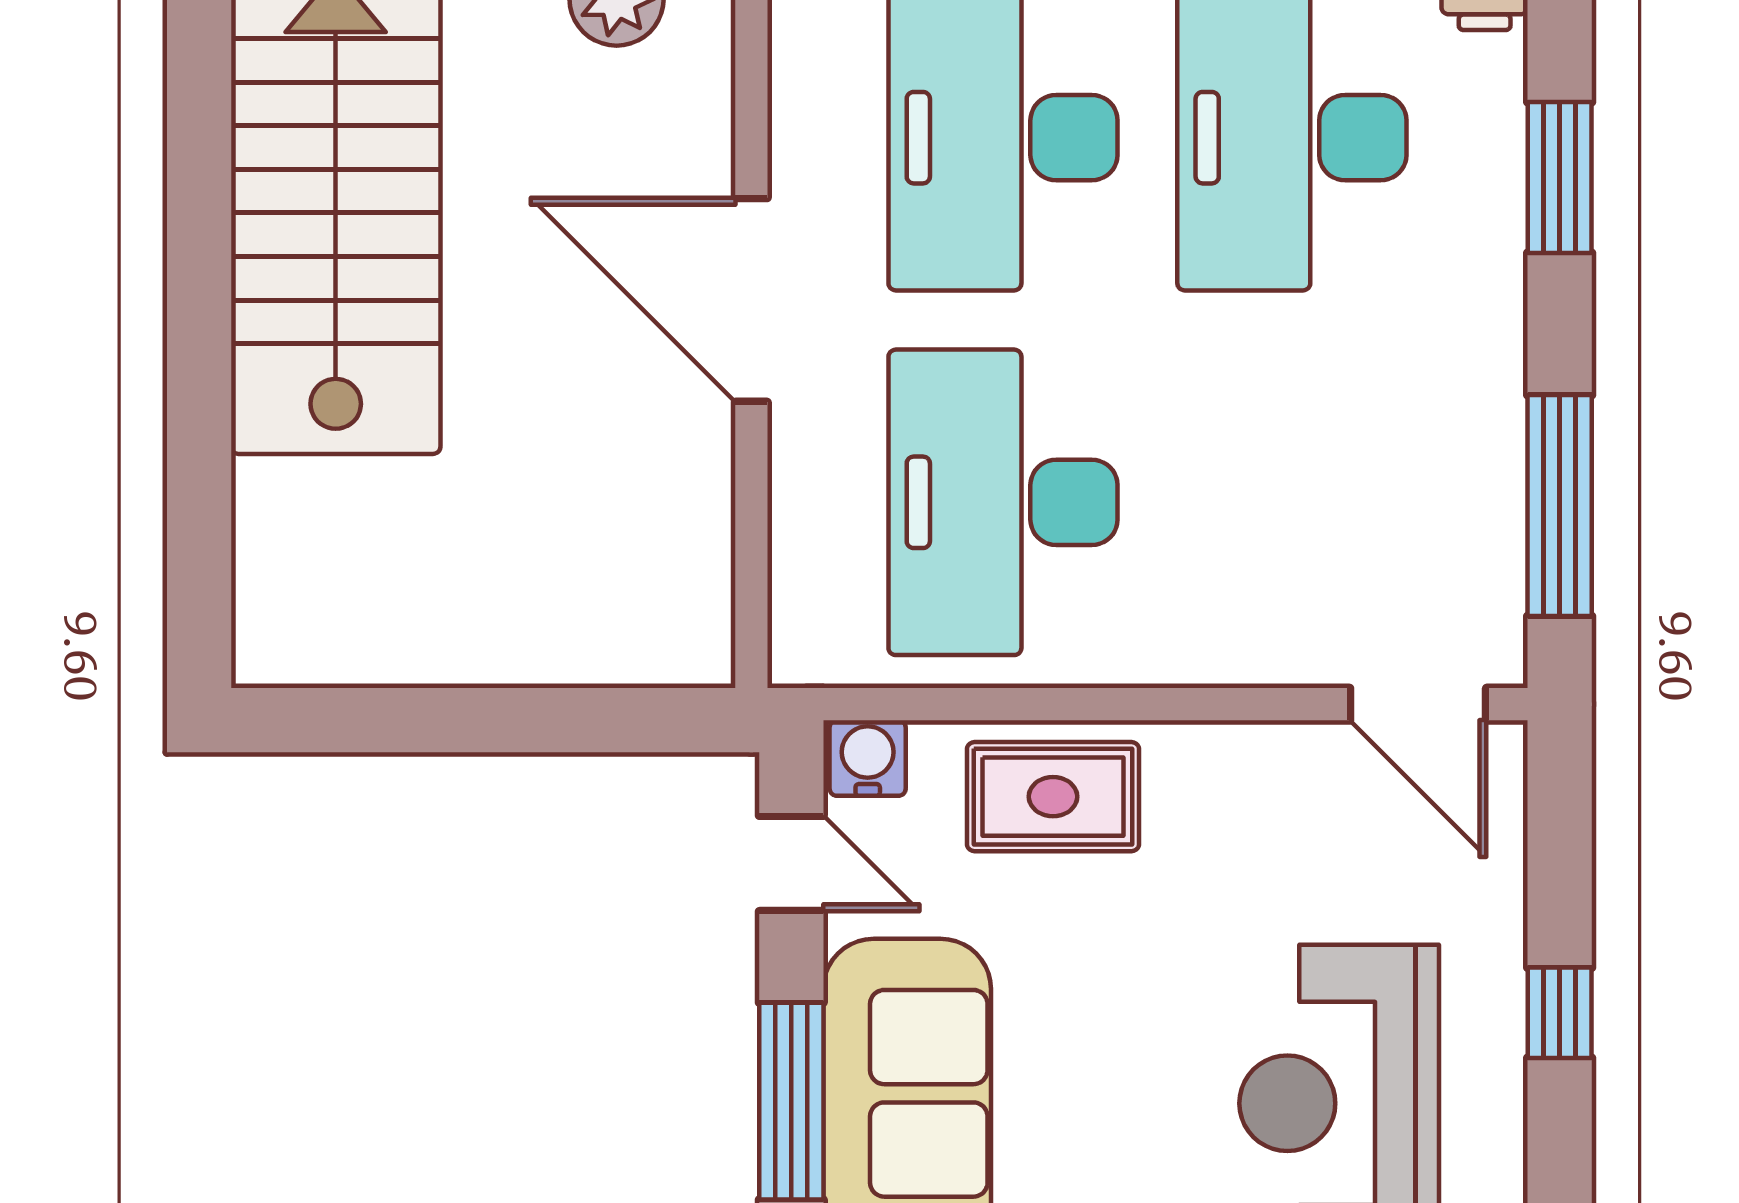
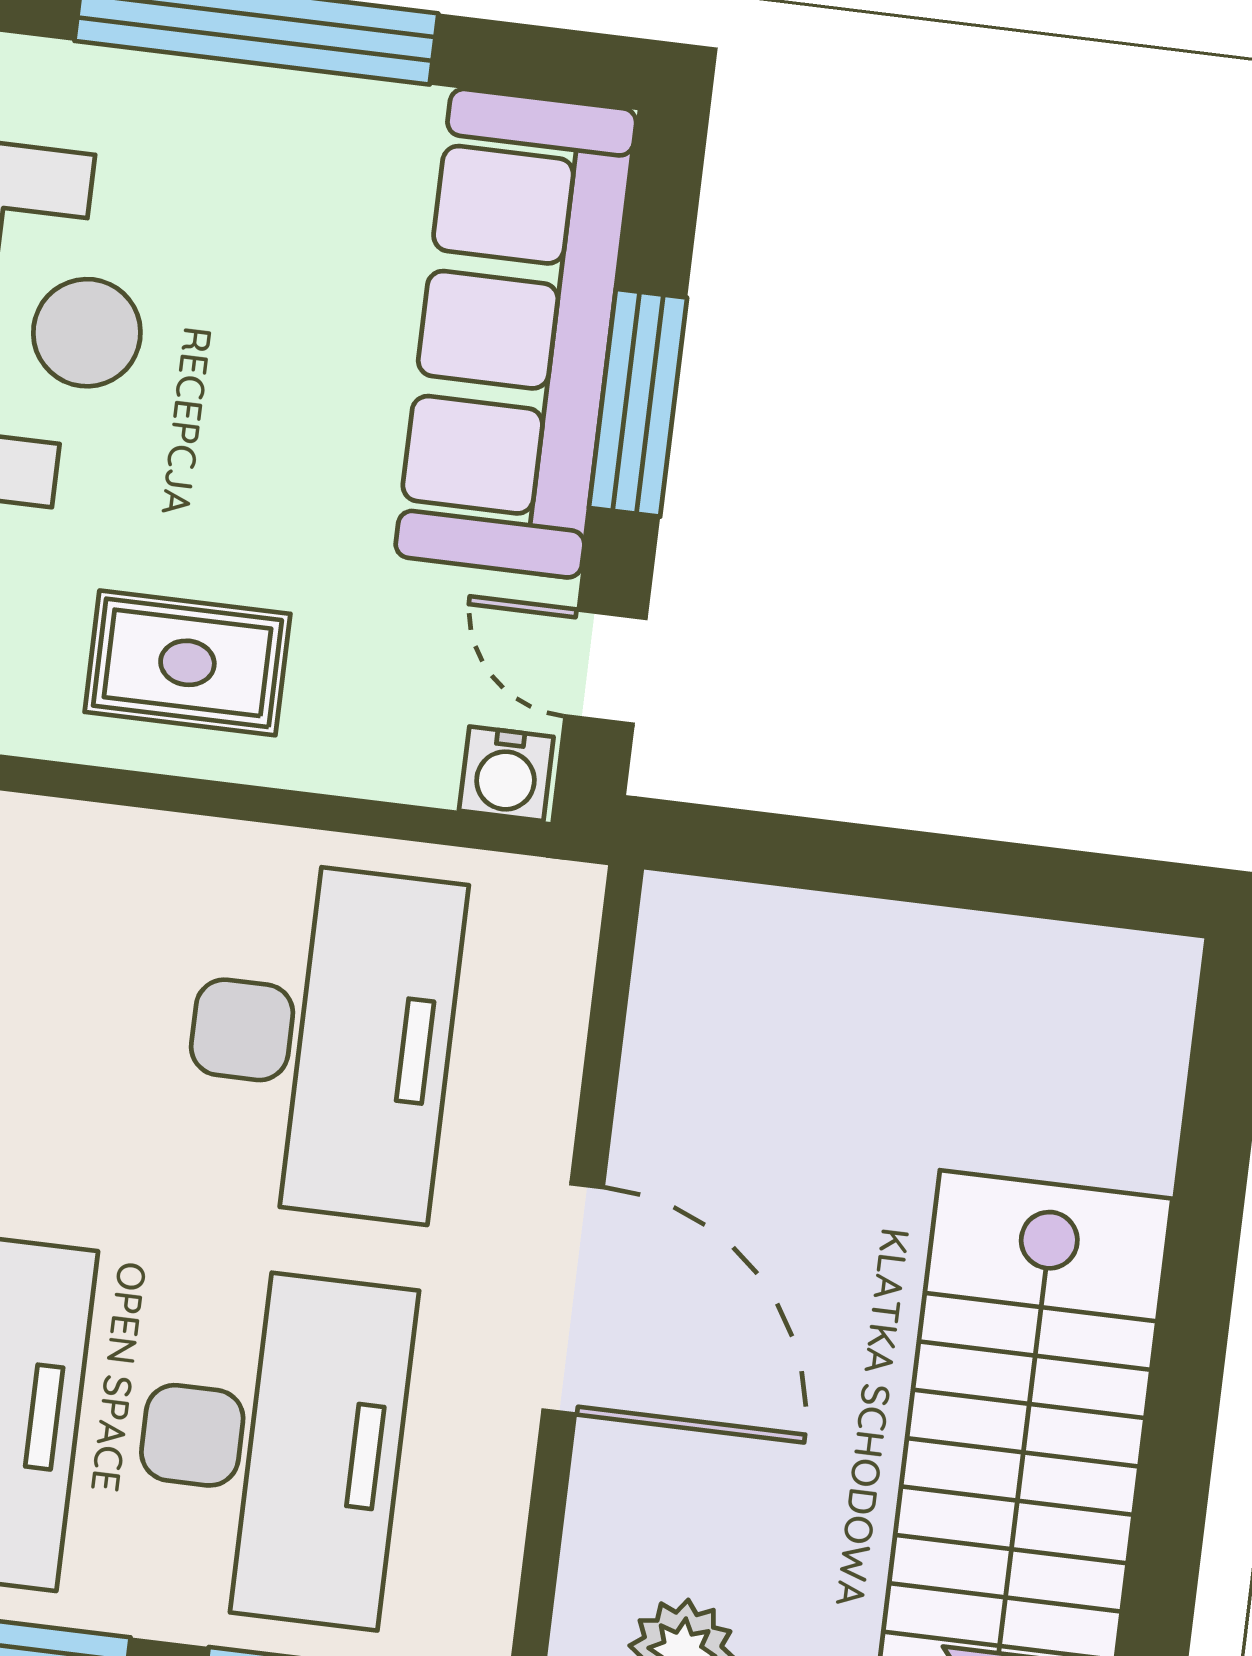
rug: (1053, 797) -> (187, 663), moved

